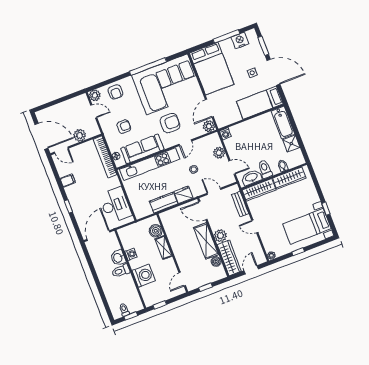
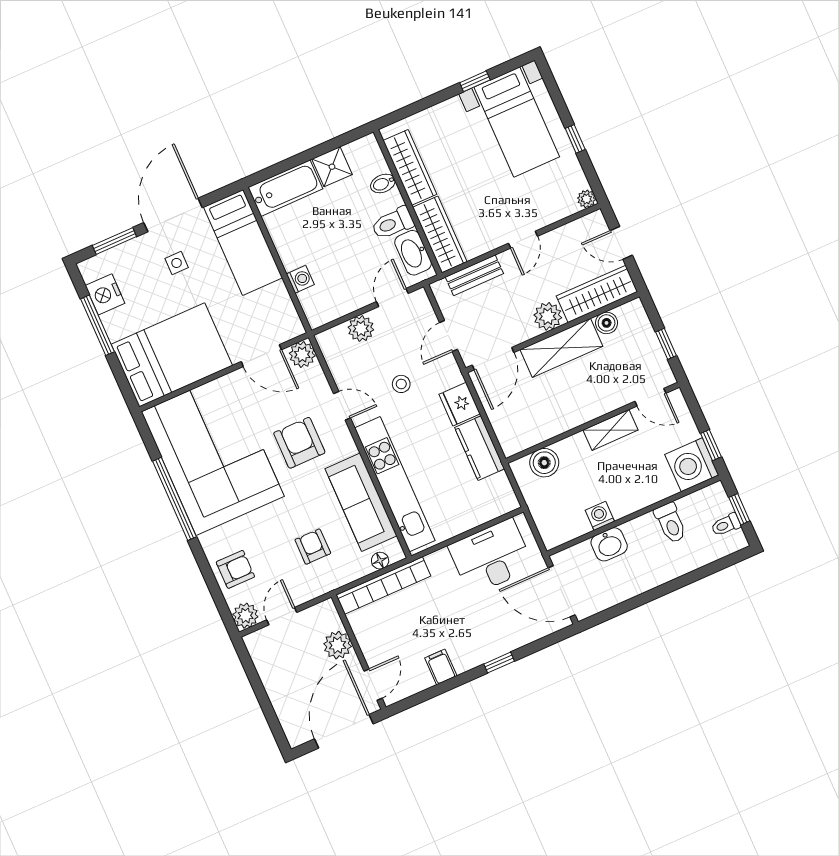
washing machine: (225, 134) -> (300, 279), moved
shelving: (164, 247) -> (611, 430), moved
toilet: (121, 271) -> (671, 523), moved
washing machine: (144, 276) -> (692, 465), moved, turned -90

